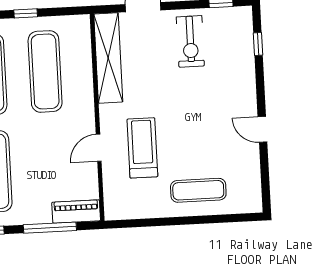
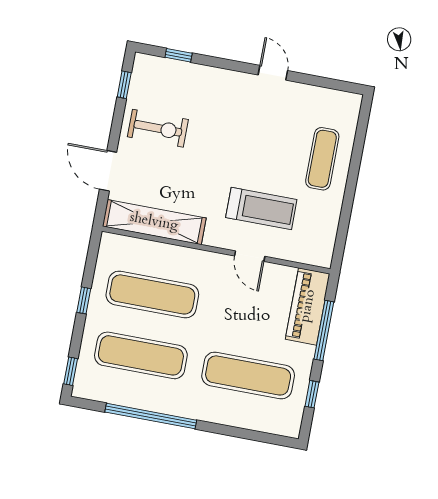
door: (262, 129) -> (273, 73), swing flipped
treadmill: (142, 148) -> (261, 209), turned 180
piano: (76, 212) -> (308, 306), width x1.37, depth x1.33

